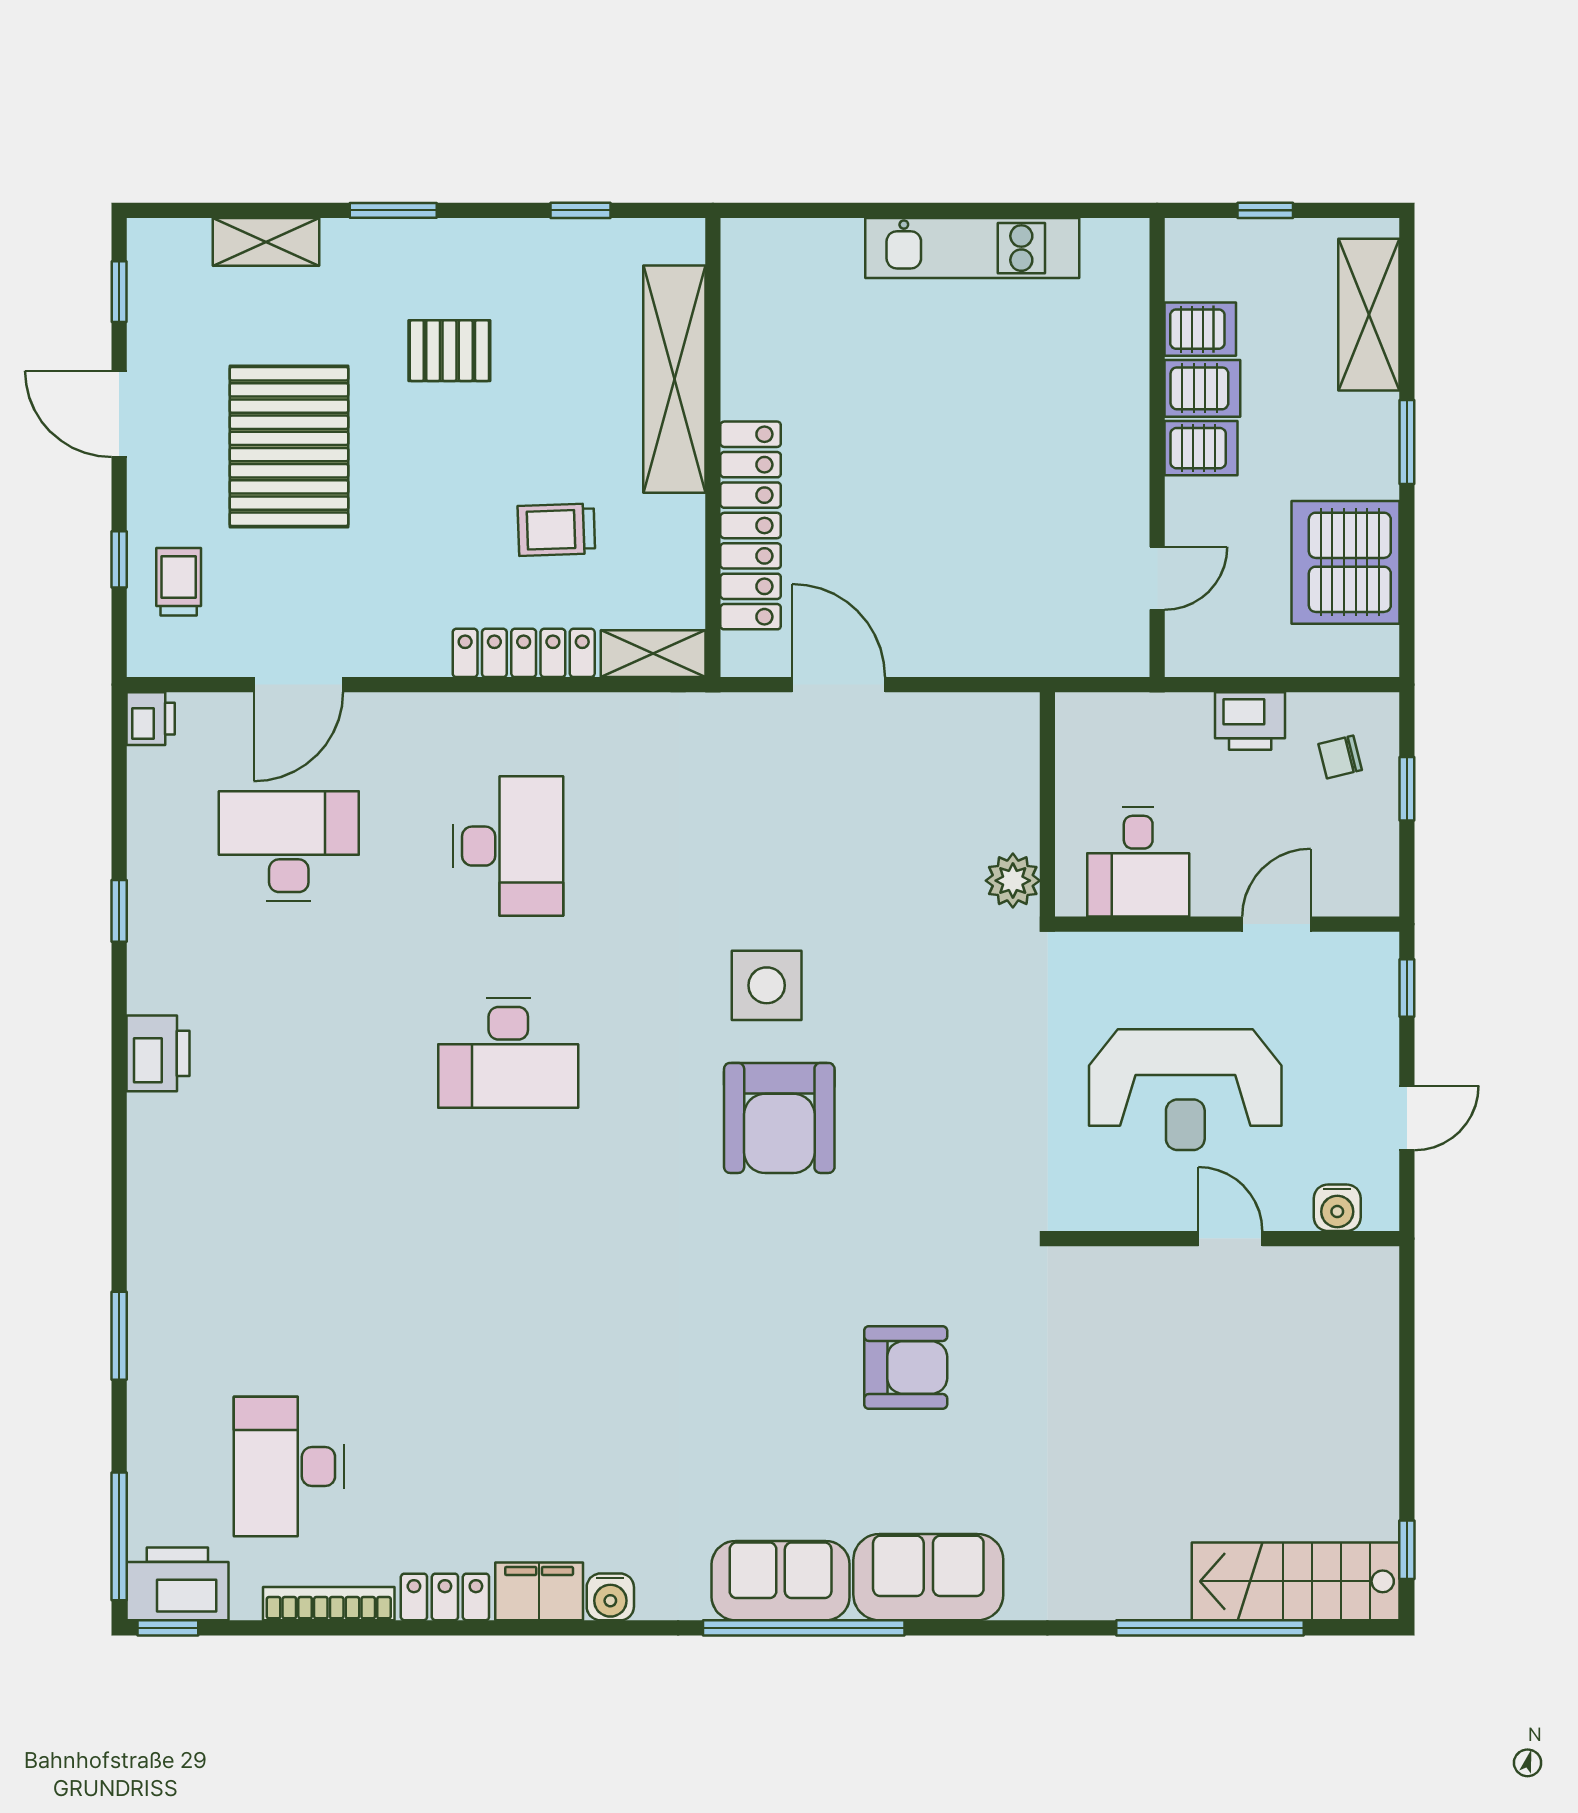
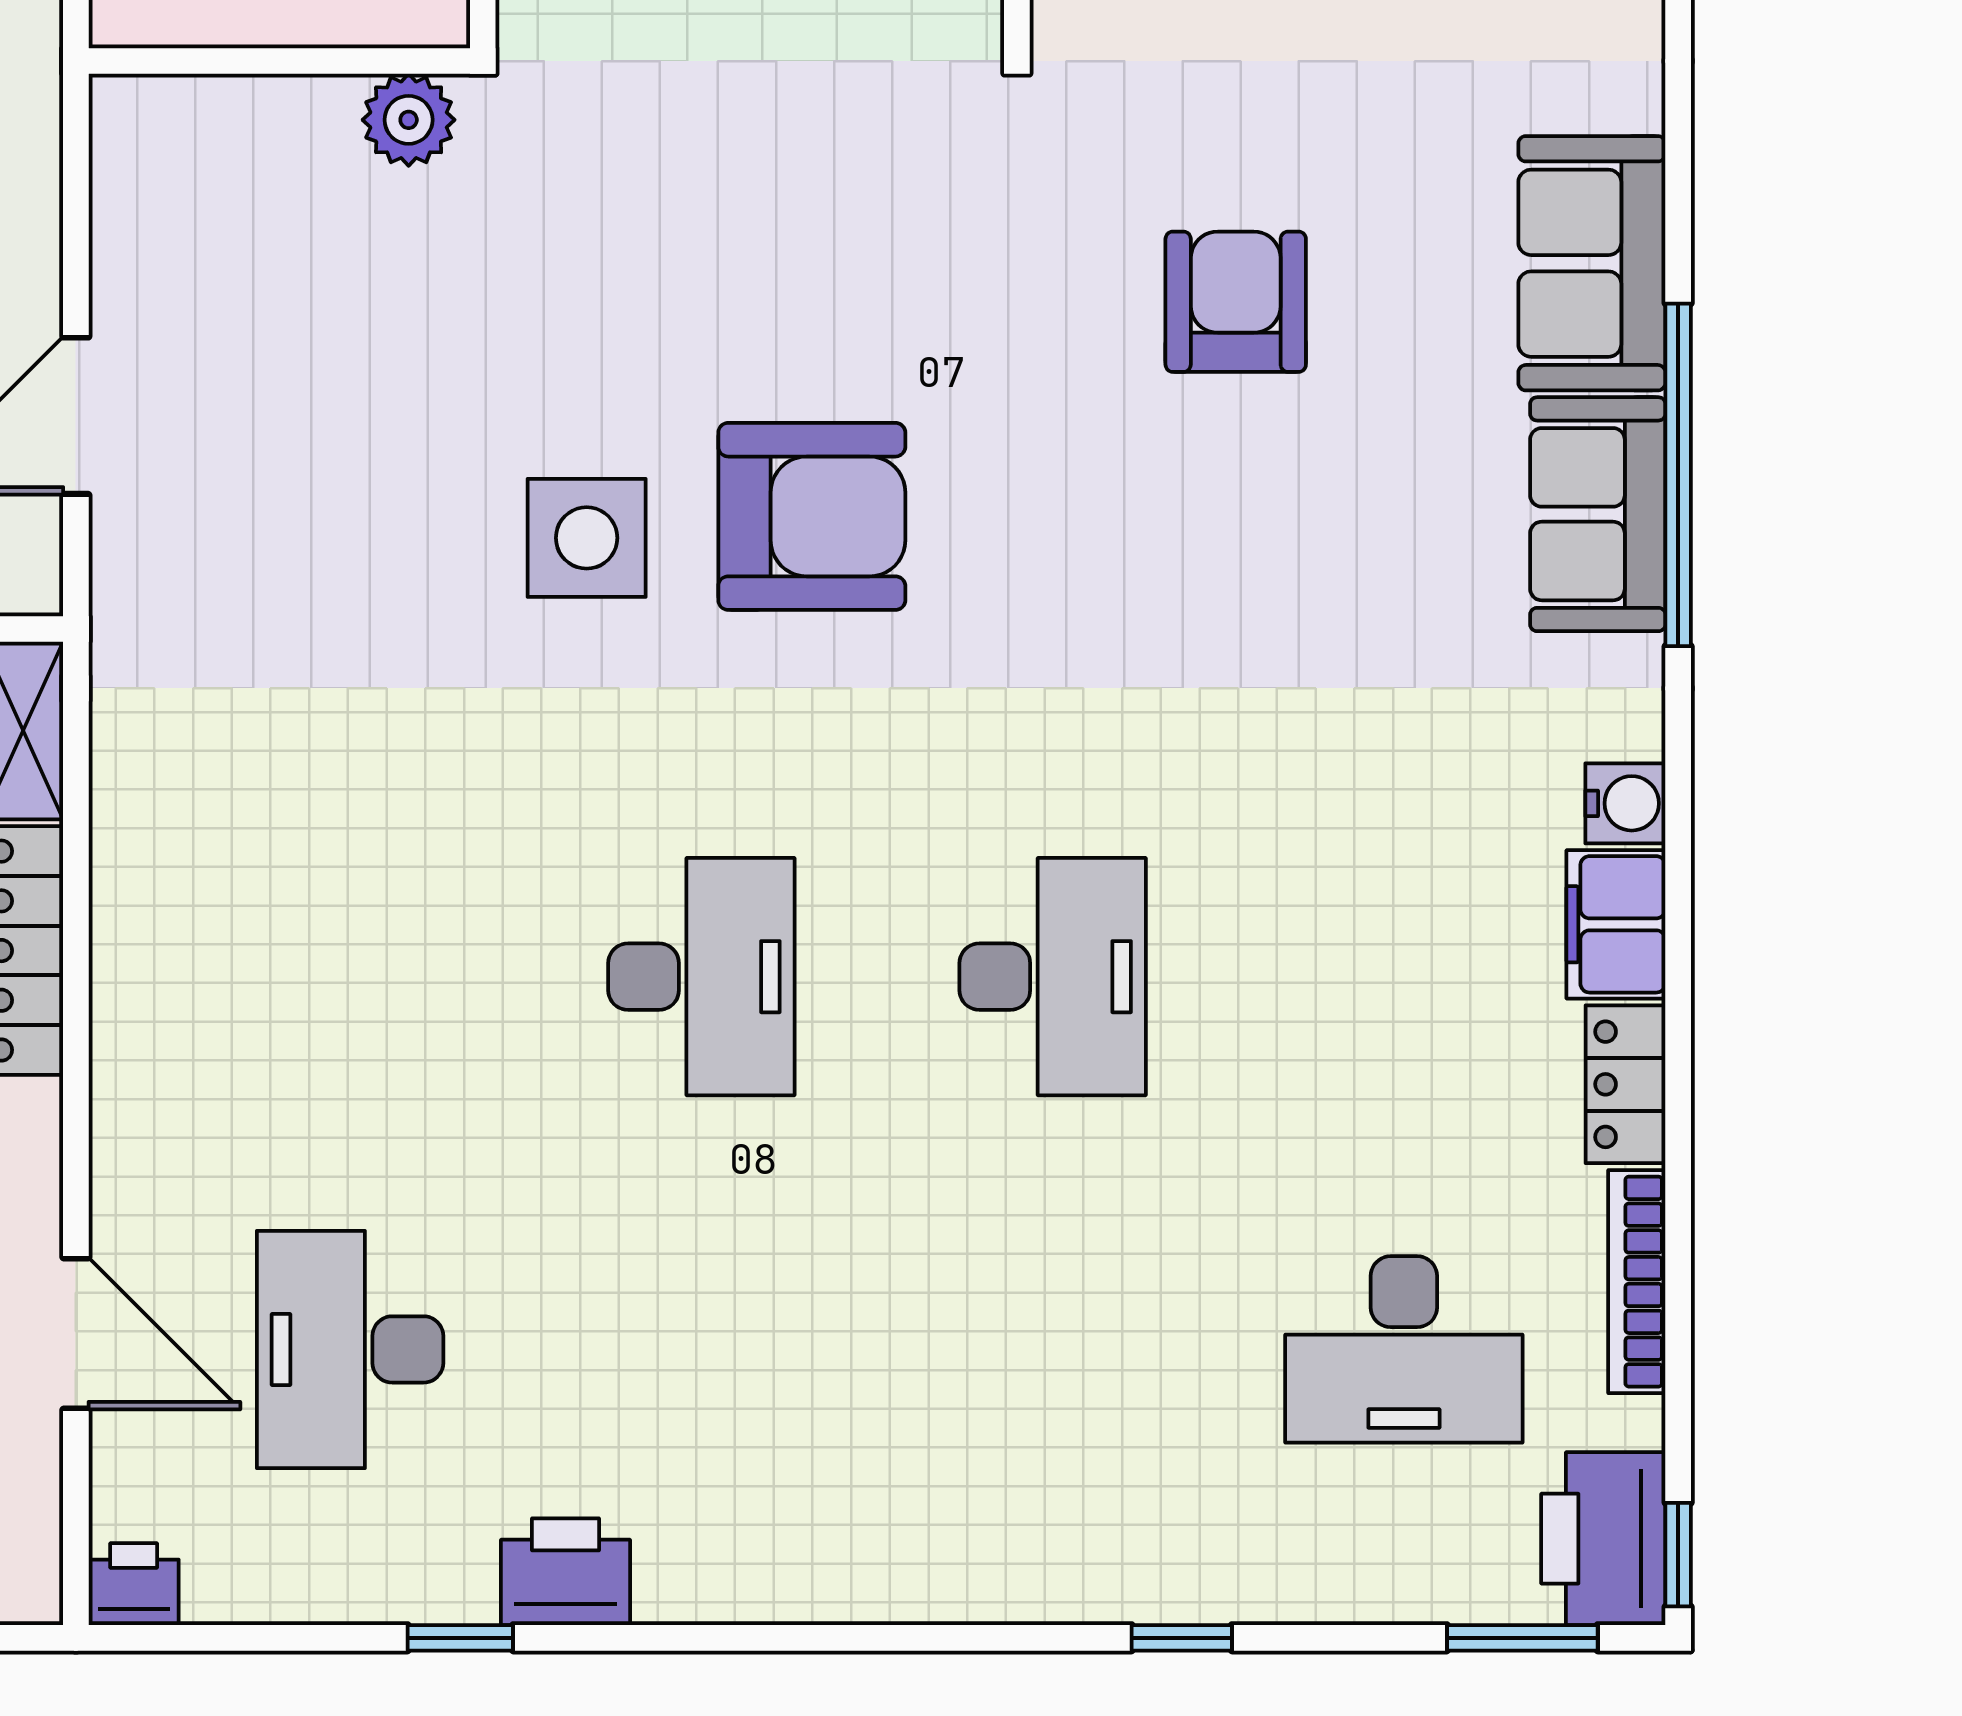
desk: (508, 846) -> (1053, 977), moved, turned 90
printer: (158, 1053) -> (565, 1572), moved
window: (119, 1336) -> (1182, 1638), width x0.67
window: (119, 1536) -> (1522, 1638), width x0.69

